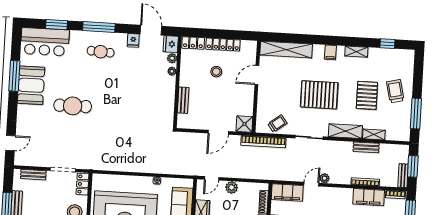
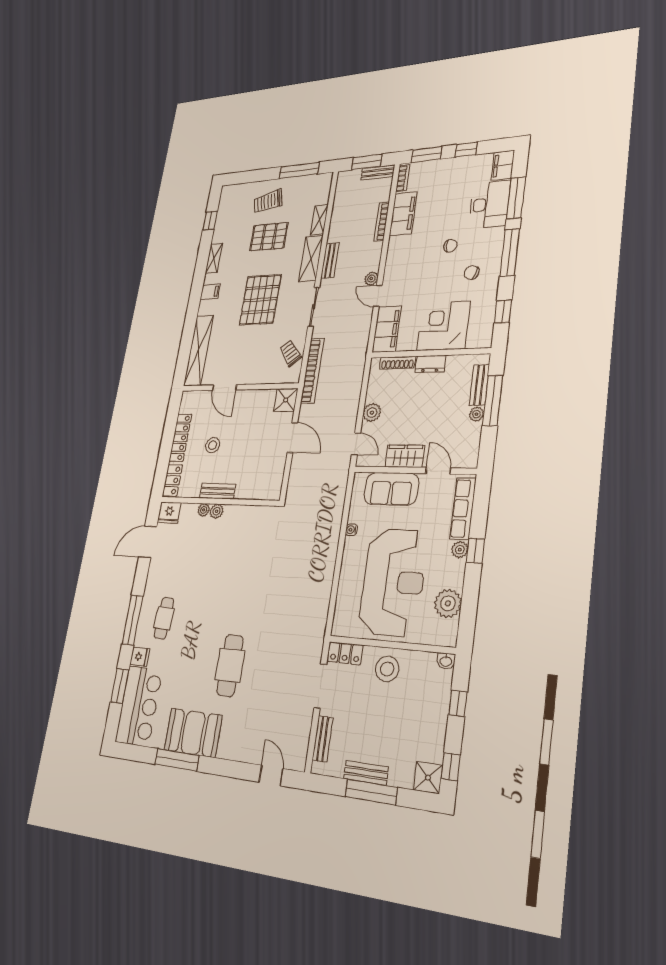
fridge: (133, 40) -> (140, 657), moved
plant: (172, 58) -> (217, 511), moved
bench: (183, 100) -> (218, 491), moved
bench: (366, 147) -> (330, 261), moved

